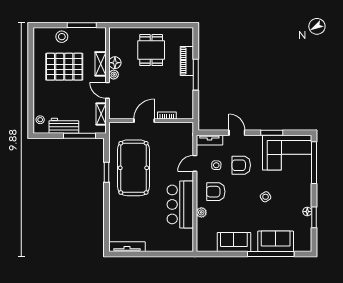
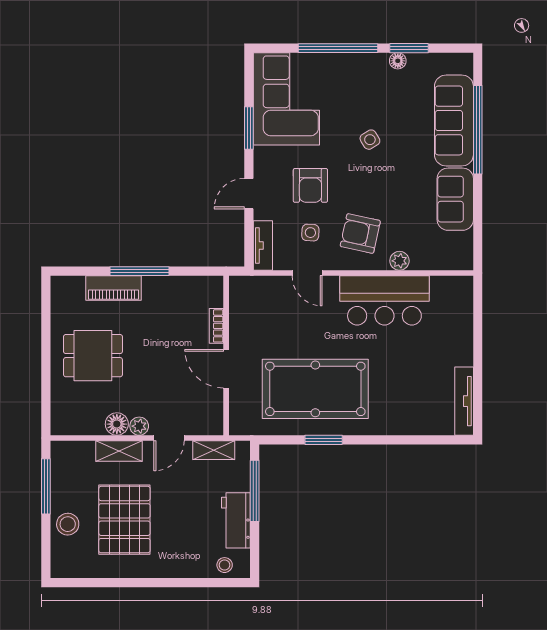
window: (314, 163) -> (338, 48), moved
armchair: (216, 192) -> (360, 234), turned 102
sofa: (276, 241) -> (454, 120), width x1.36

